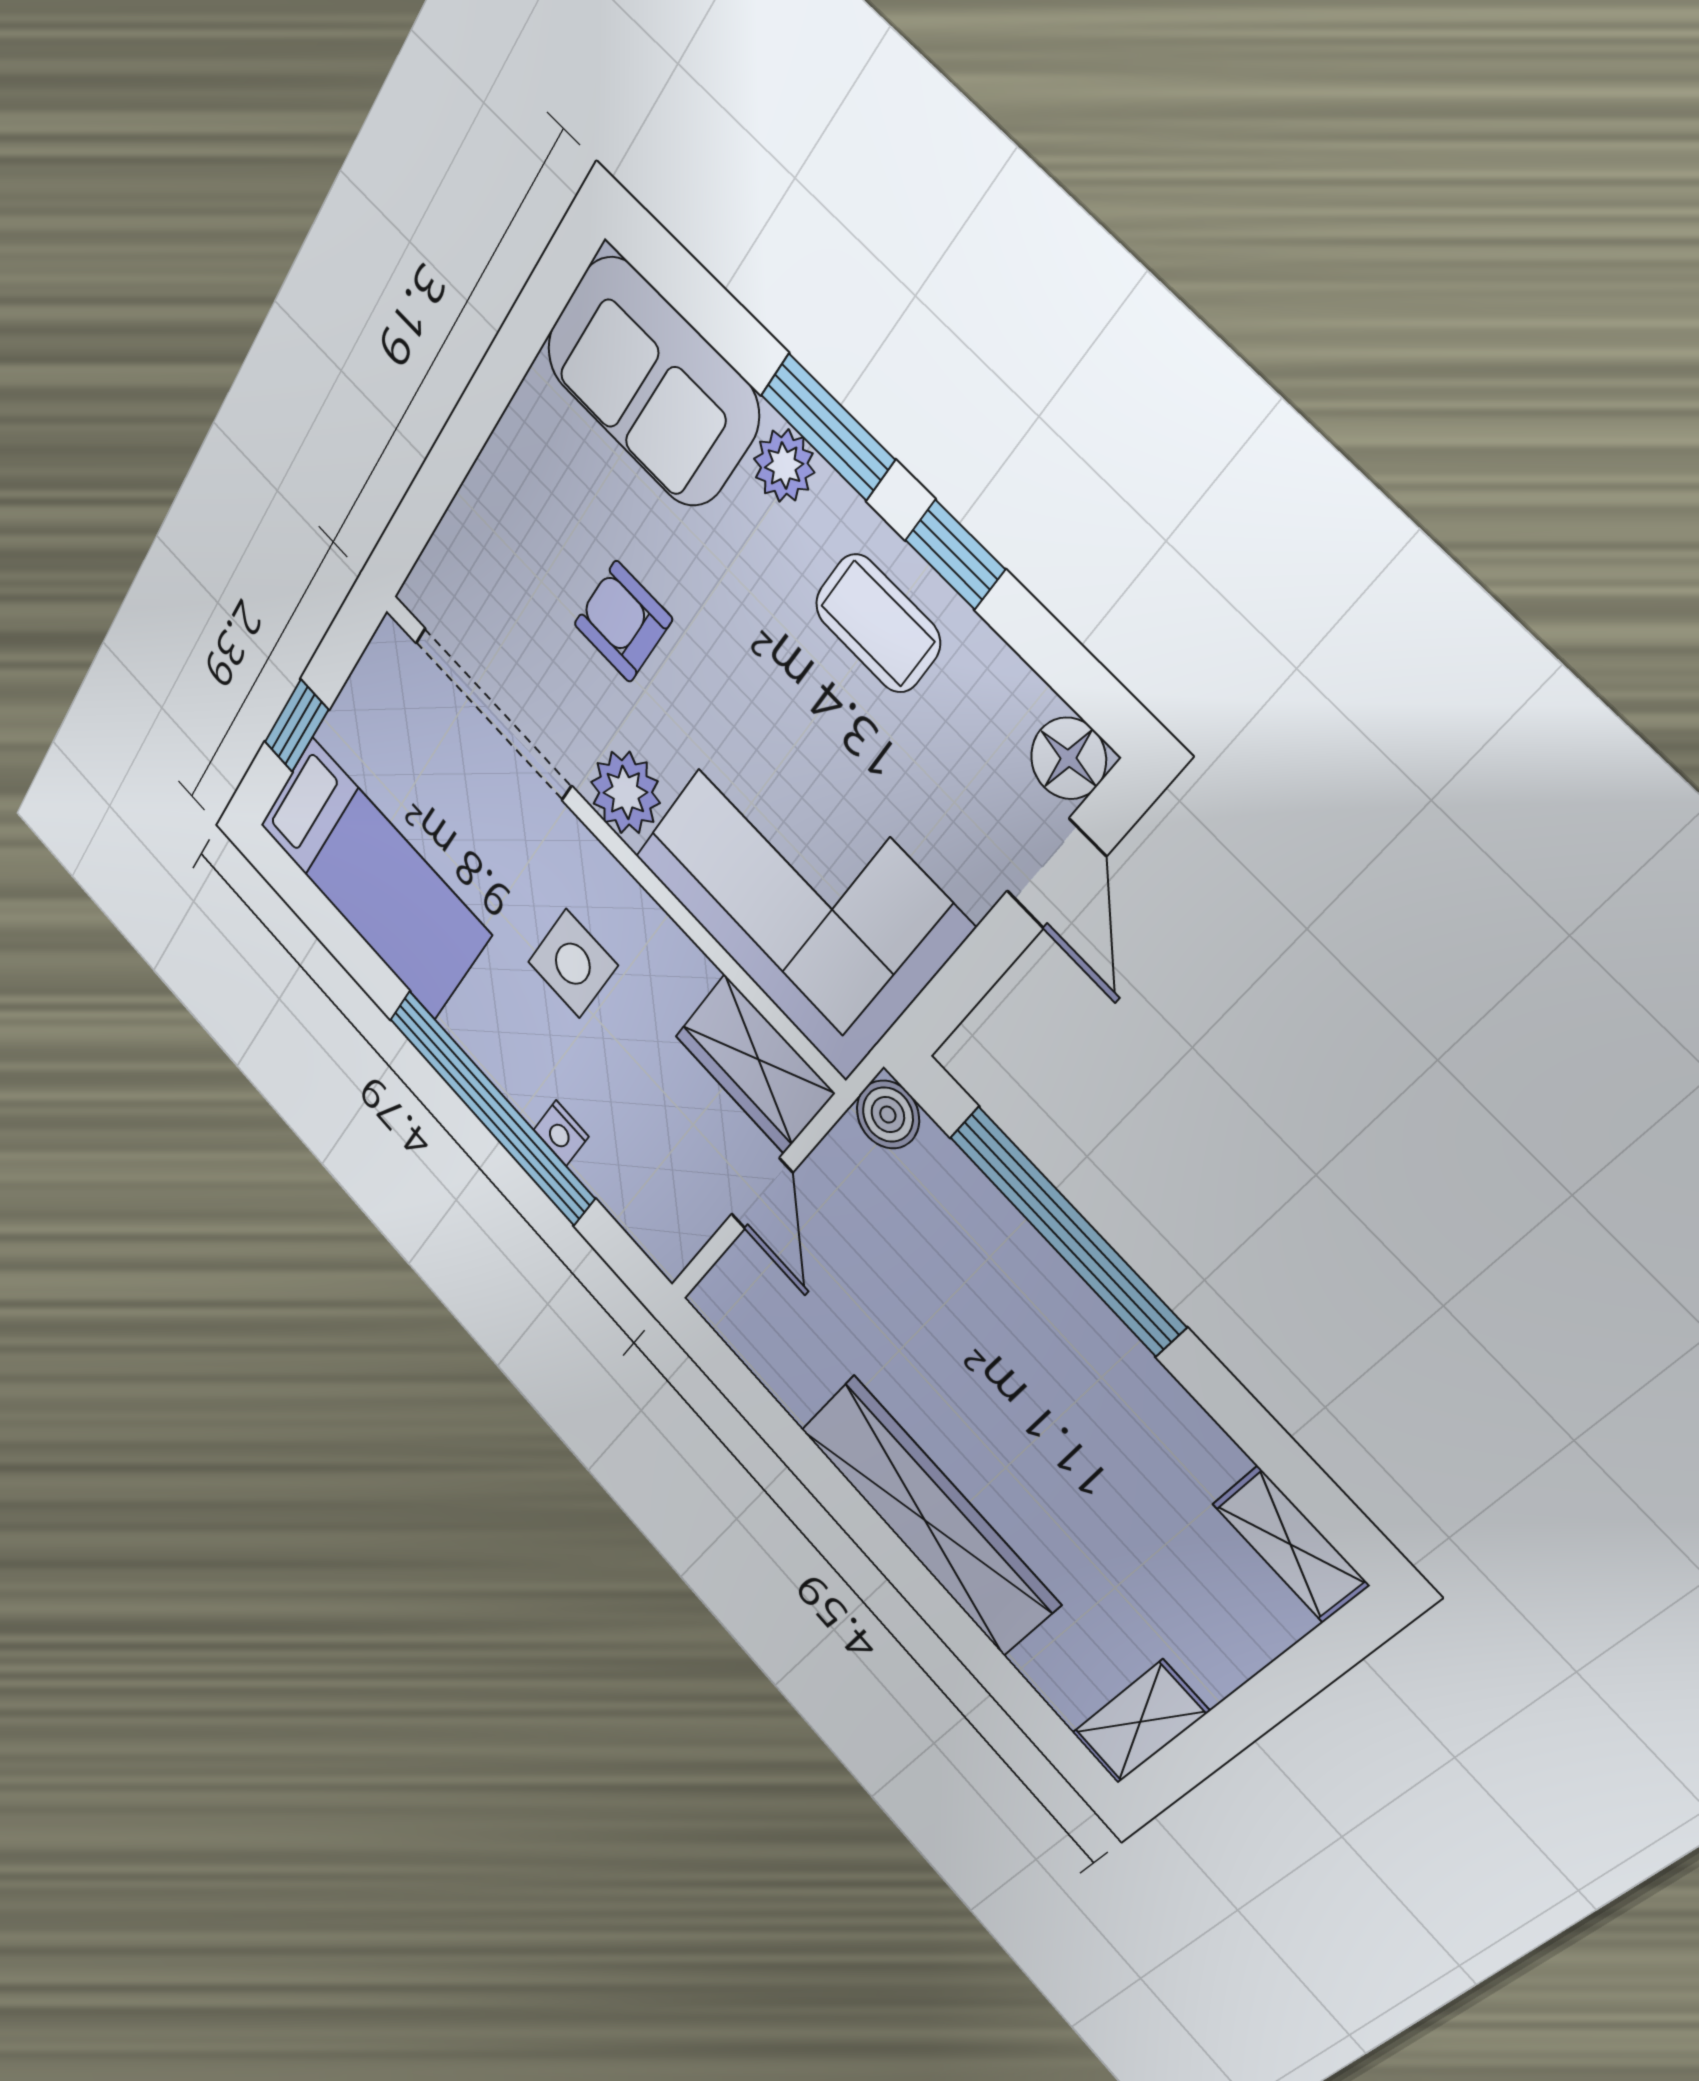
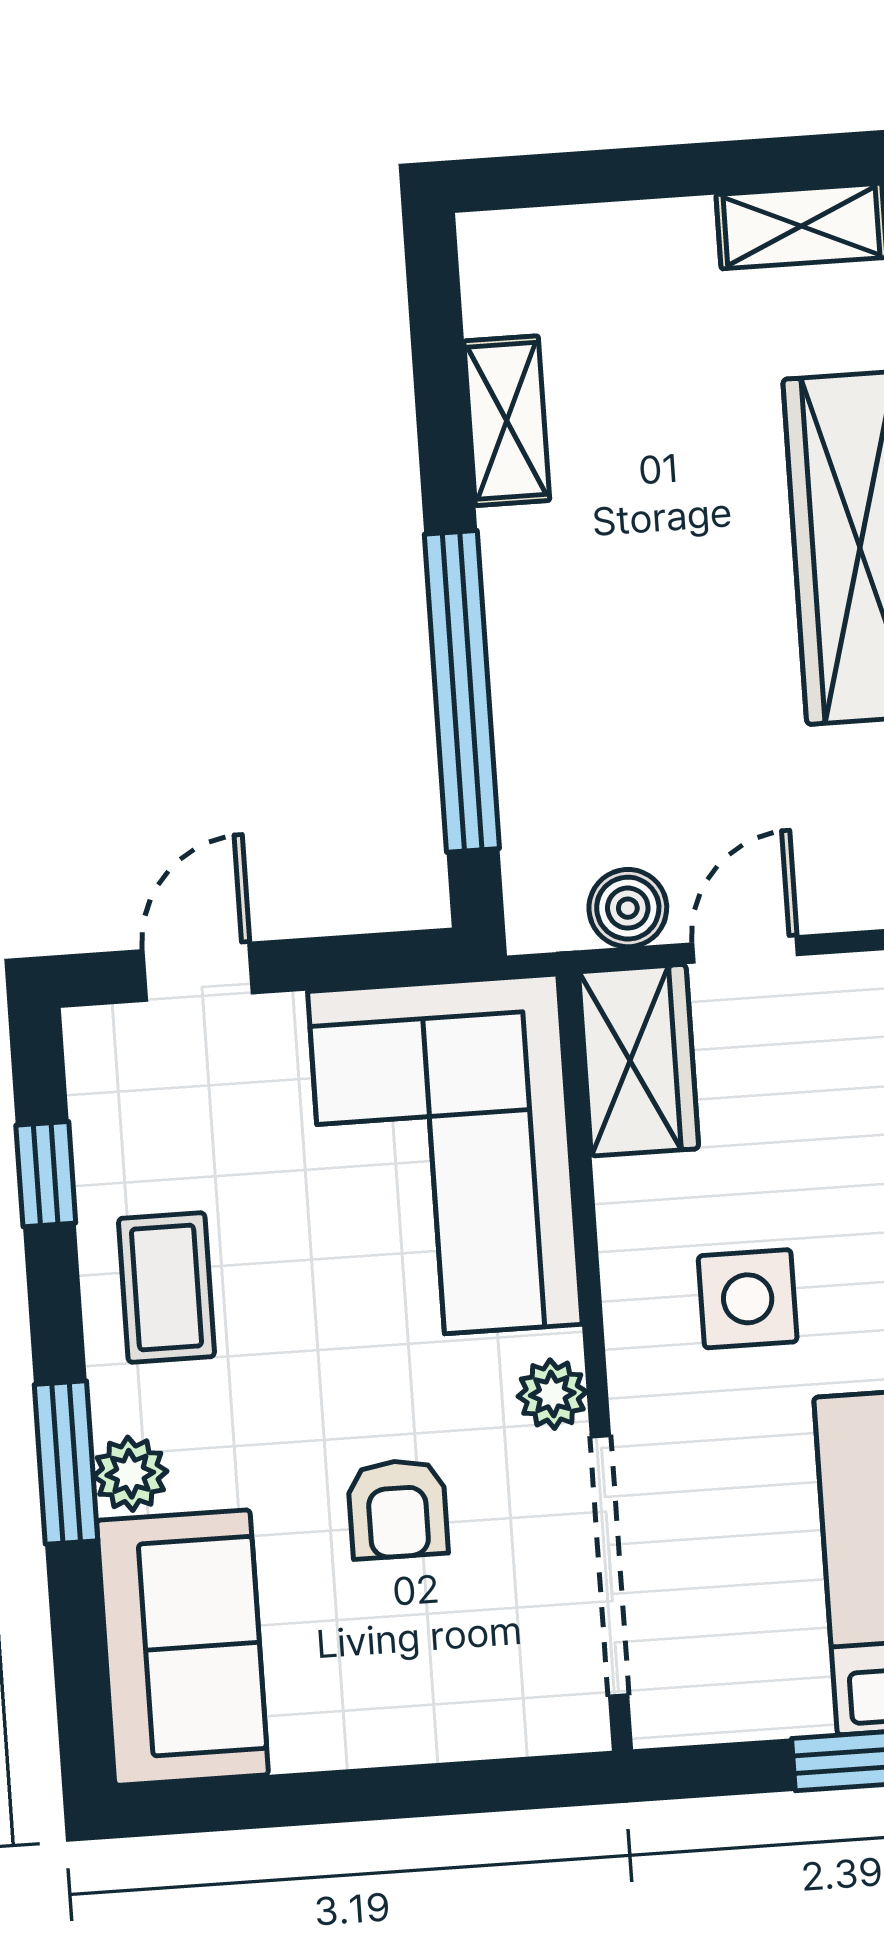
window: (955, 555) -> (46, 1174), moved
floor lamp: (1068, 758) -> (104, 1046), removed
plant: (625, 792) -> (552, 1394), width x0.73, depth x0.73
boiler: (888, 1115) -> (628, 908), moved
shelving: (1290, 1544) -> (507, 421), moved

